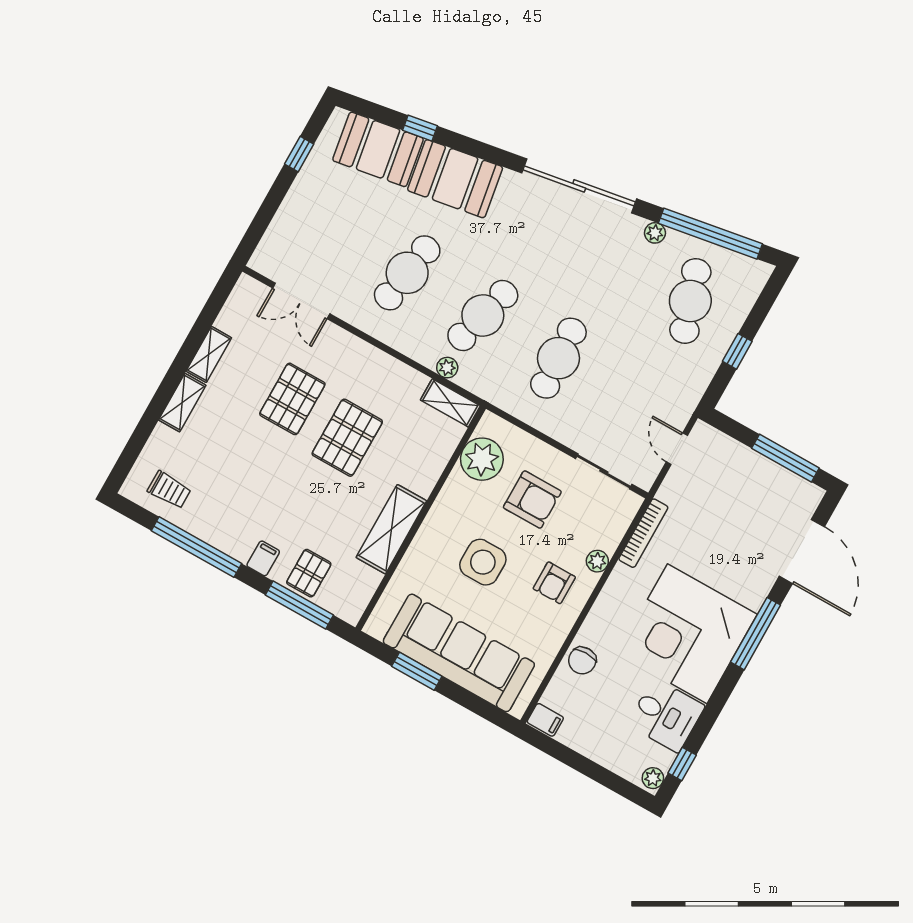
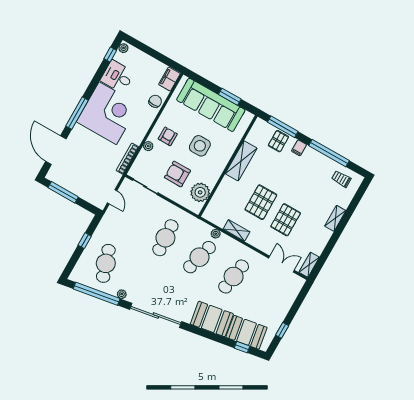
window: (420, 128) -> (242, 347), moved
shelving: (209, 354) -> (309, 265), moved
shelving: (450, 403) -> (236, 230), moved
filing cabinet: (545, 720) -> (169, 79), width x2.00

